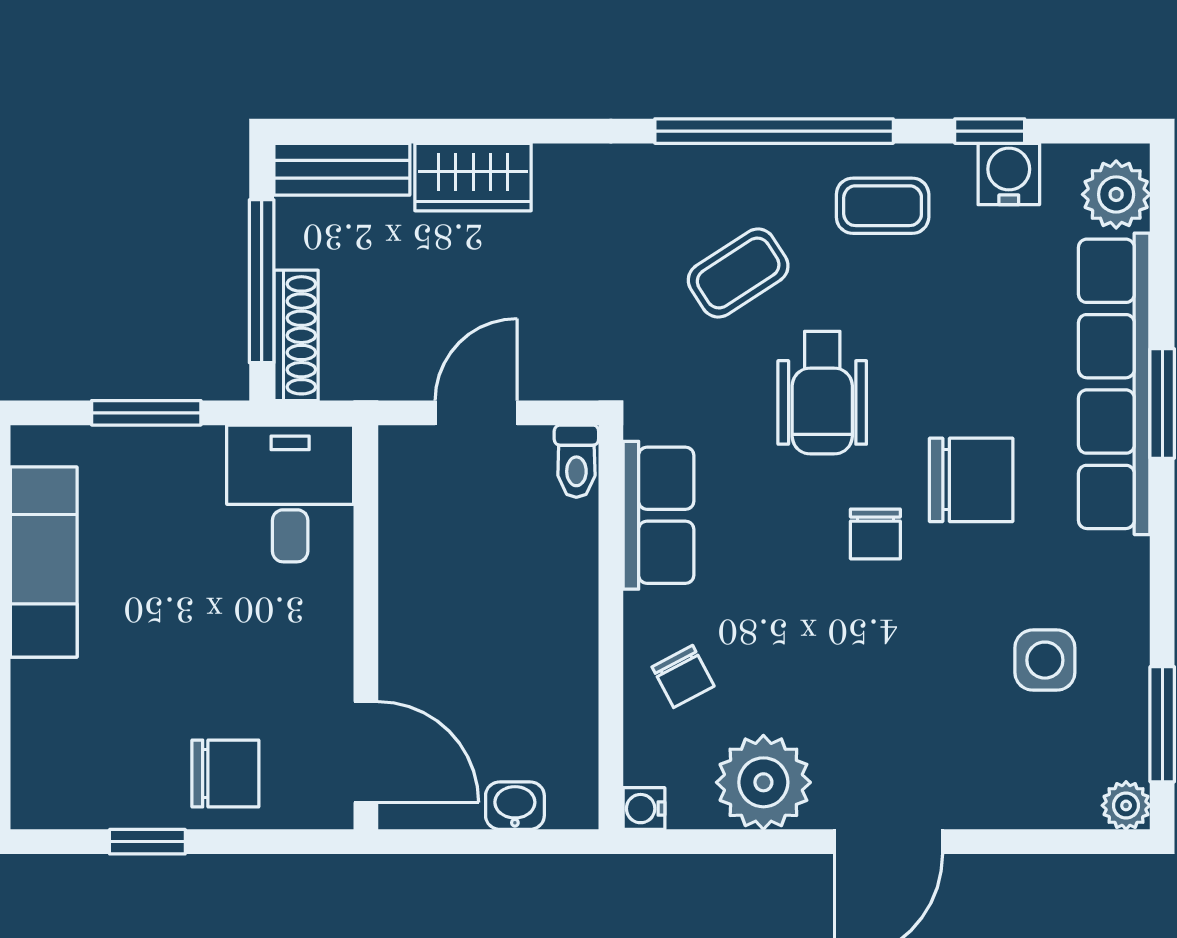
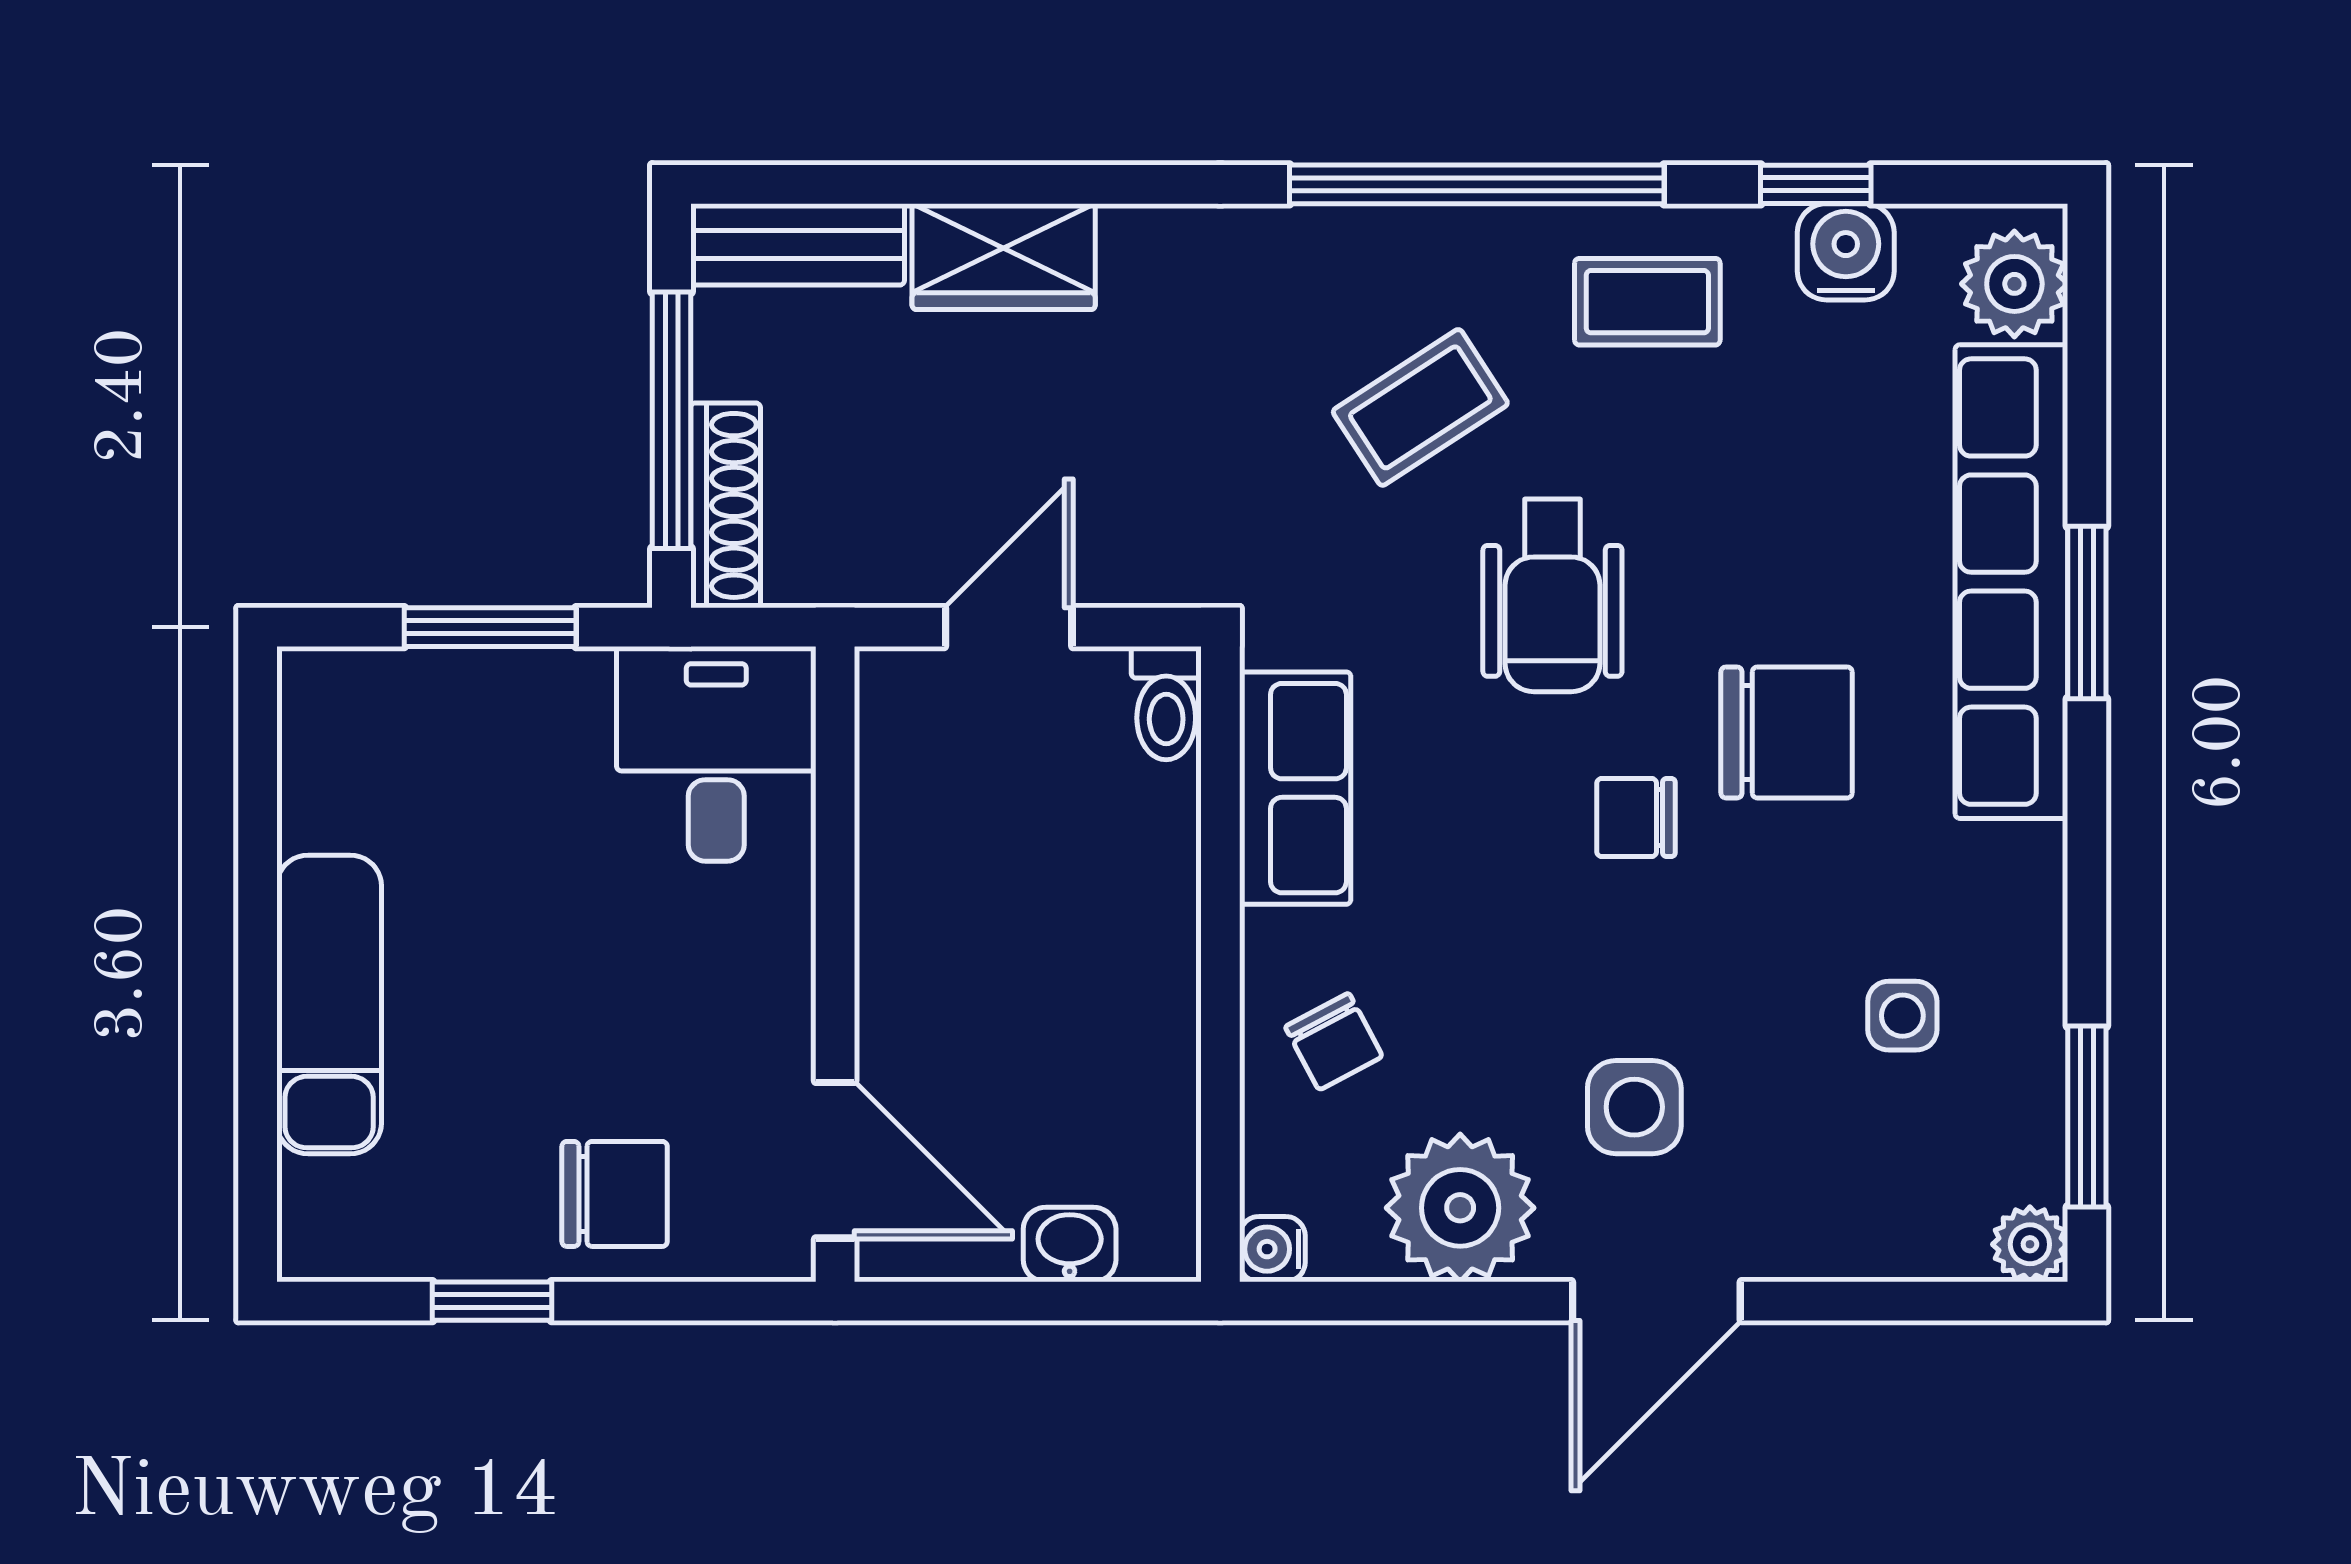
chair: (875, 534) -> (1636, 818), turned 90
exam couch: (44, 562) -> (329, 1004), moved
side table: (1045, 660) -> (1902, 1016), width x0.73, depth x0.73
side table: (874, 718) -> (1634, 1107), added

